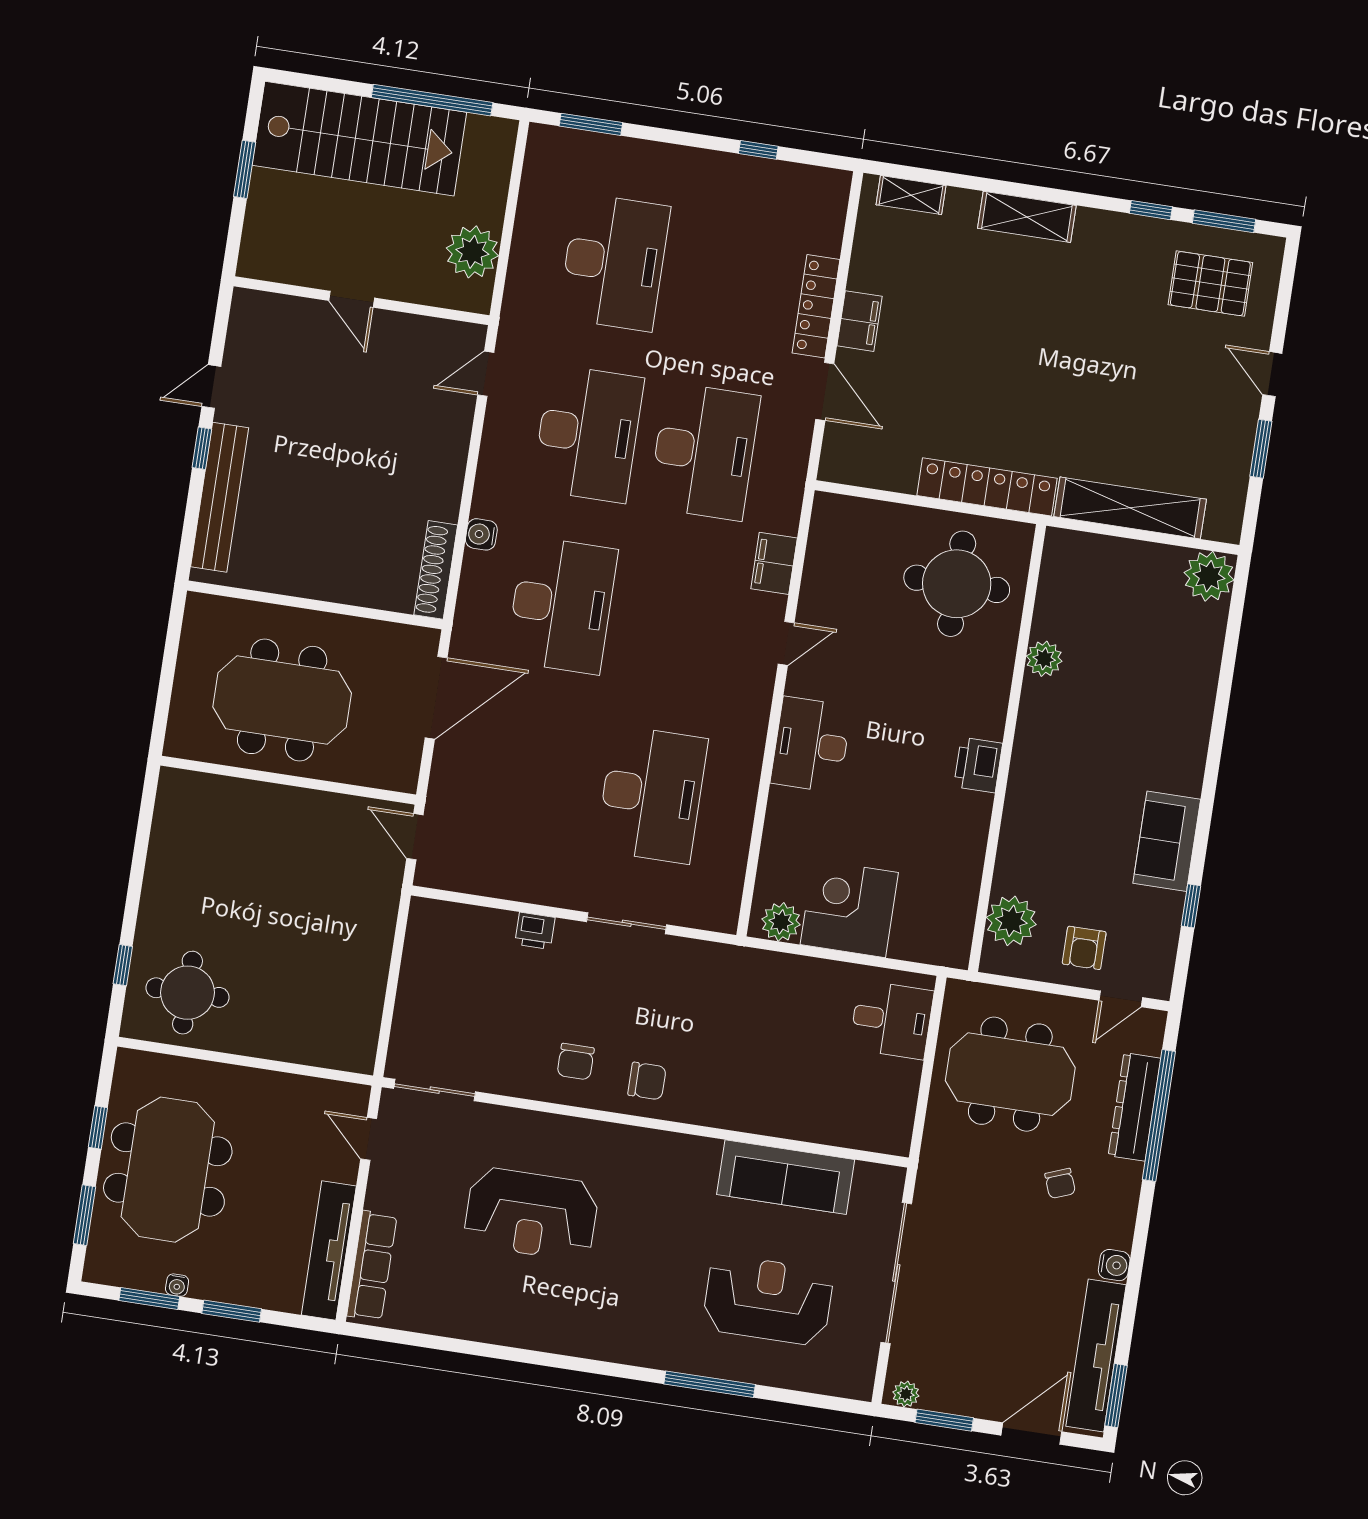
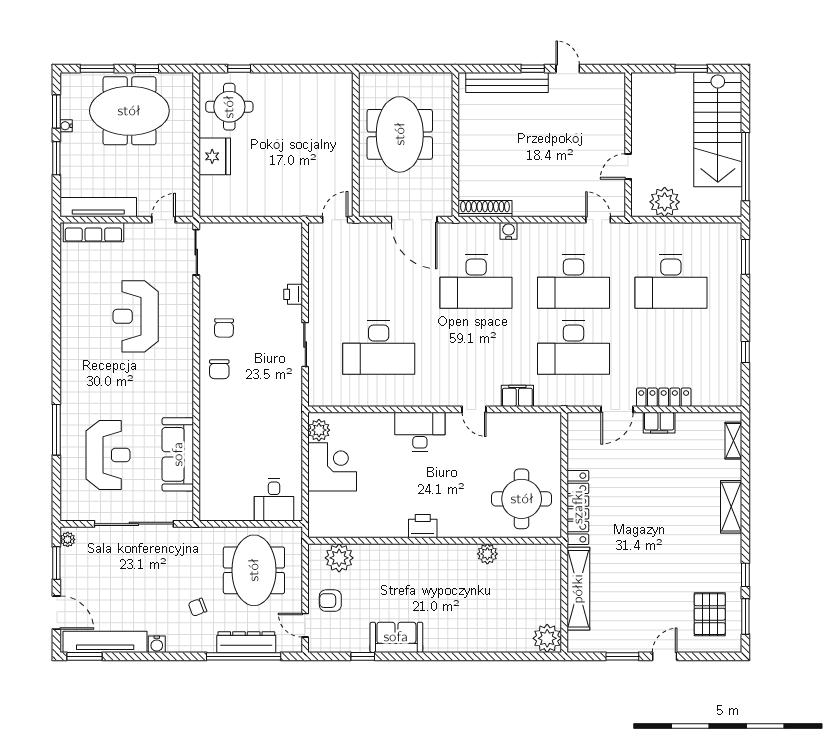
door: (352, 299) -> (628, 166), moved
fridge: (271, 1032) -> (215, 156), added
chair: (576, 1062) -> (224, 328), turned -89

